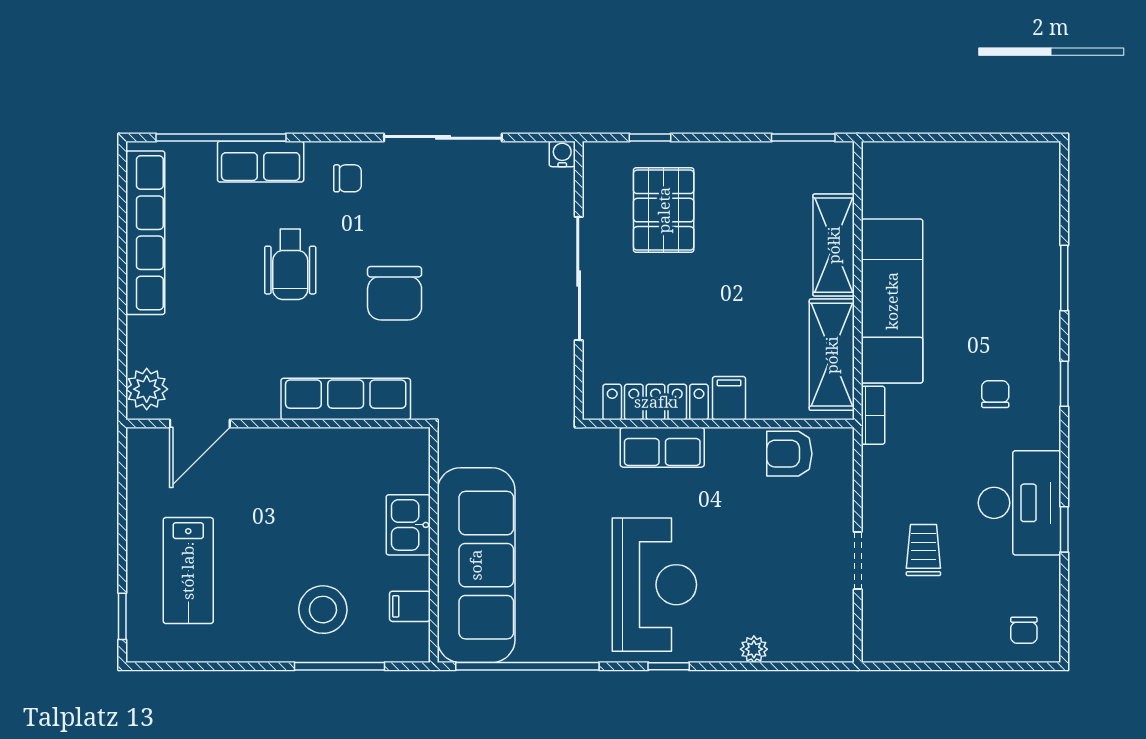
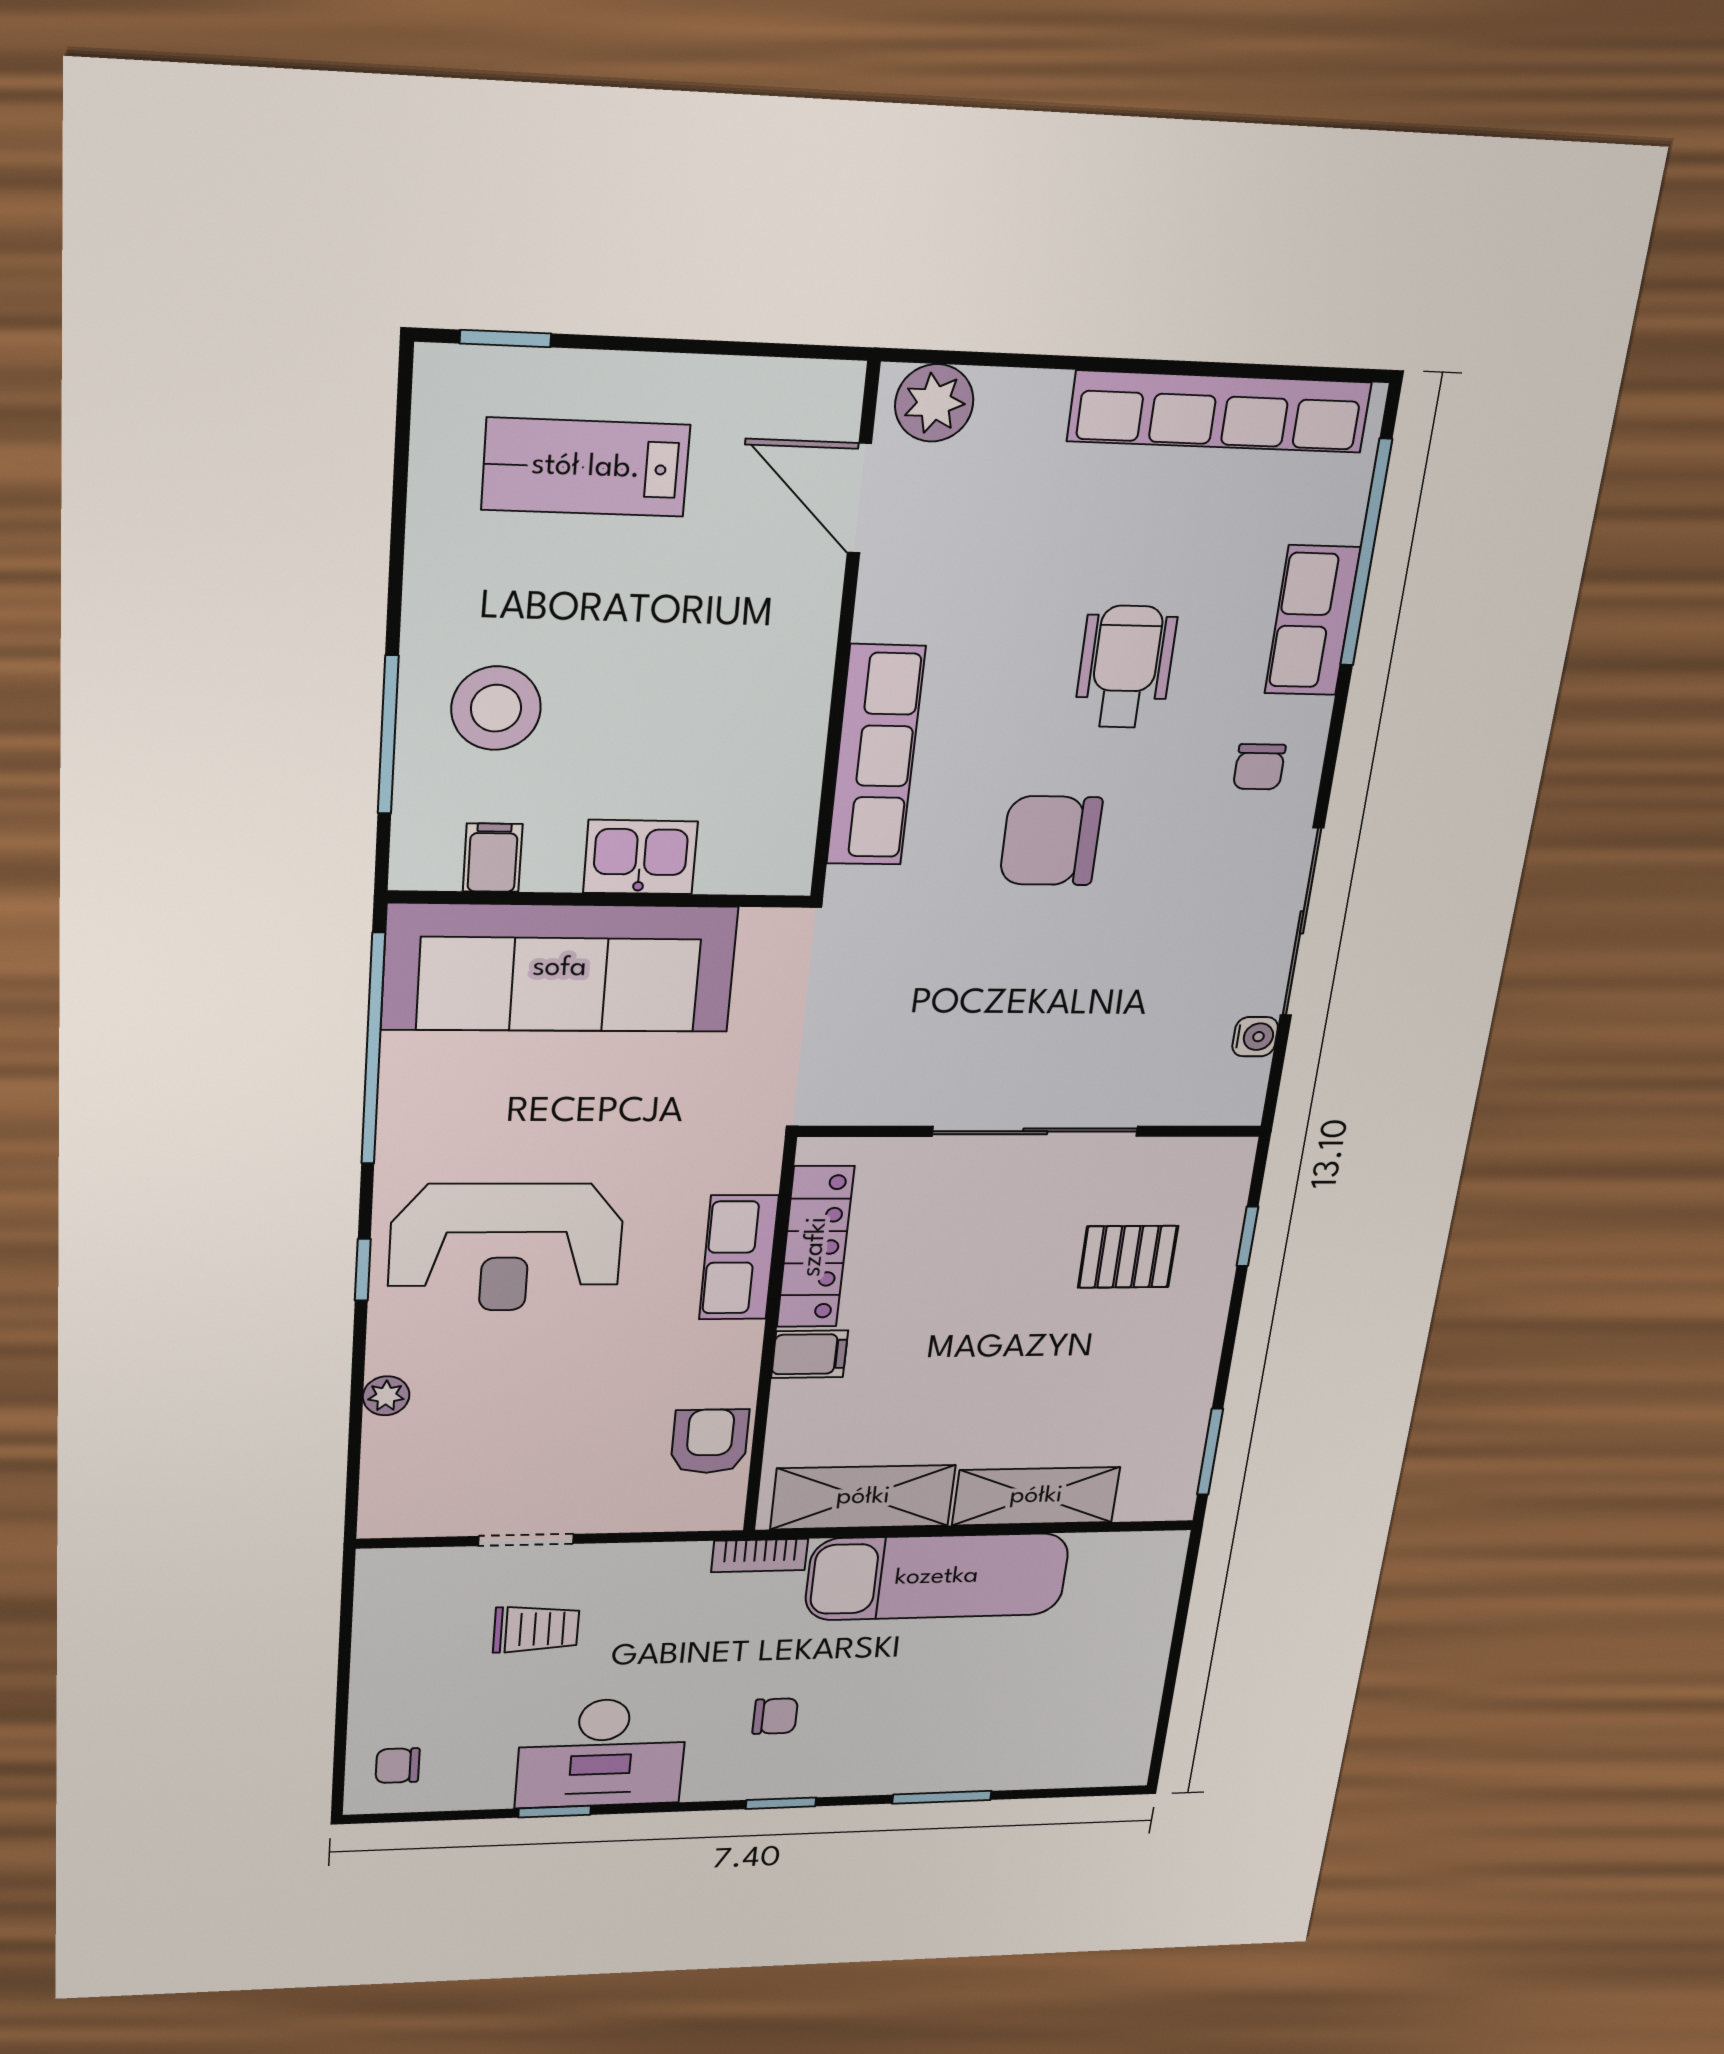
water cooler: (562, 154) -> (1255, 1037), moved
pallet: (664, 210) -> (1128, 1257), width x0.67, depth x0.71
wheelchair: (290, 264) -> (1126, 667), turned 90

